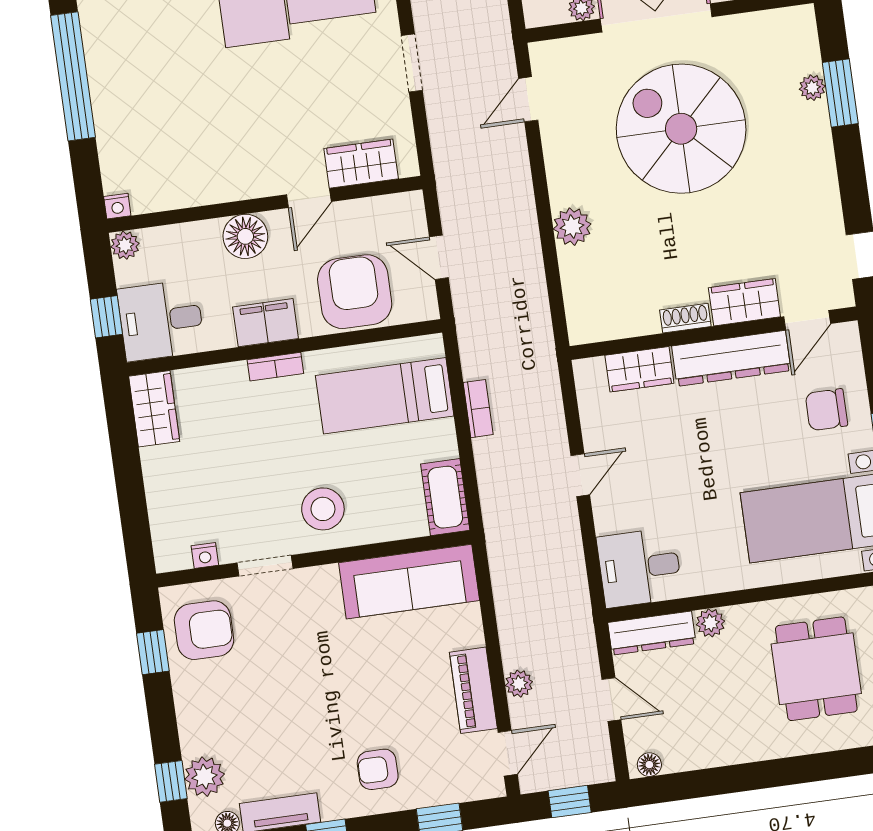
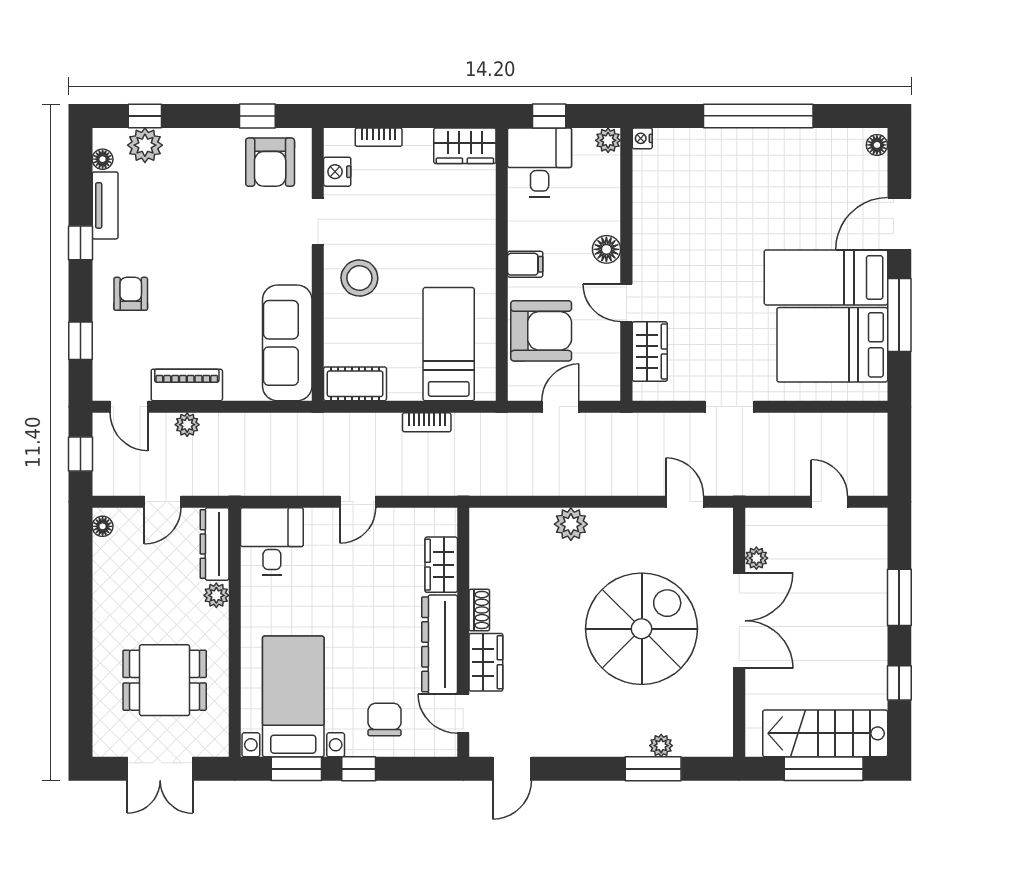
floor lamp: (245, 236) -> (606, 249), width x0.73, depth x0.73
filing cabinet: (266, 323) -> (525, 264), width x0.50
bookcase: (275, 367) -> (379, 137), moved, turned -90
door: (580, 475) -> (358, 502), hinge flipped
nightstand: (205, 555) -> (337, 172), width x1.39, depth x1.35

